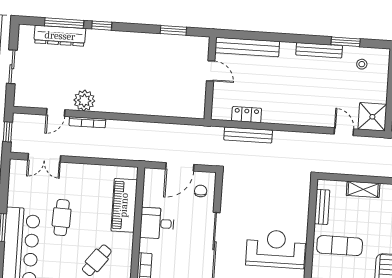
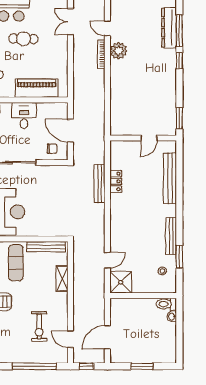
door: (211, 71) -> (149, 138), moved
wall: (210, 78) -> (143, 138), moved
bench: (322, 207) -> (46, 247), width x1.36

